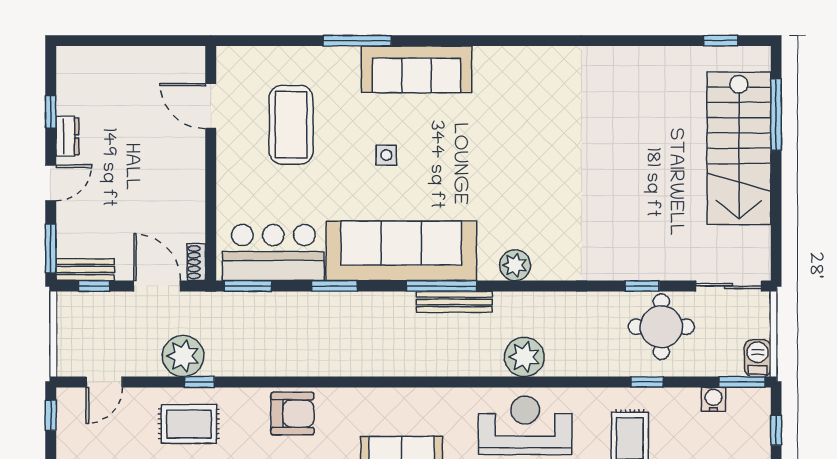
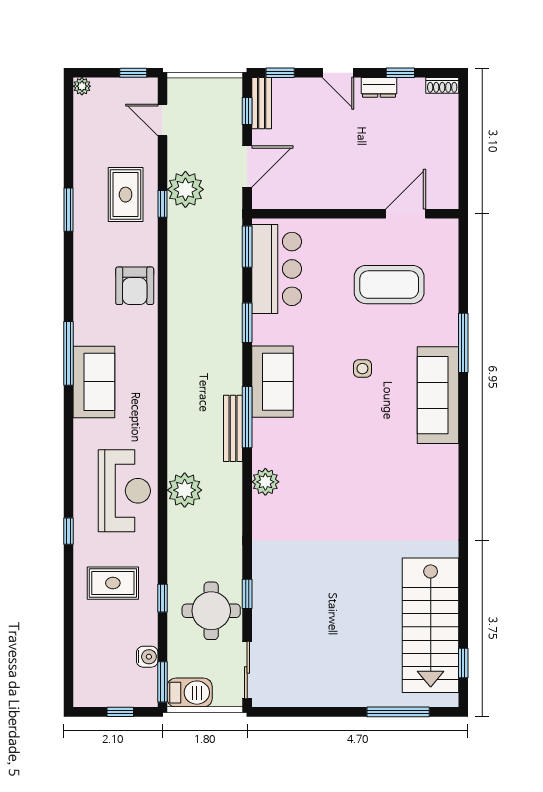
stairs: (739, 148) -> (431, 625), moved, turned -90
window: (51, 248) -> (280, 73), width x0.67
sofa: (401, 251) -> (272, 382), width x0.54, depth x0.79
shoe rack: (196, 262) -> (442, 85), moved, turned 180
barbecue: (758, 358) -> (190, 693), width x1.38, depth x1.27

